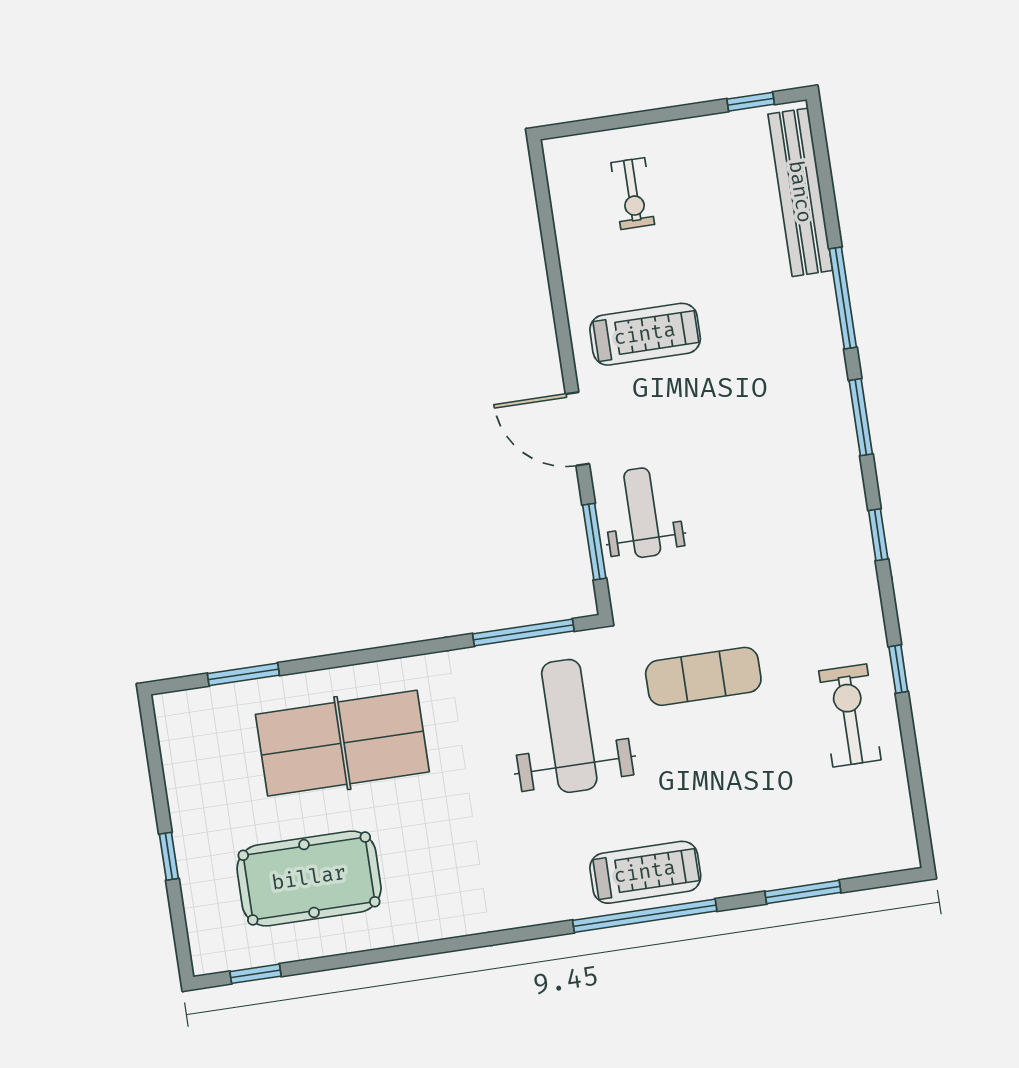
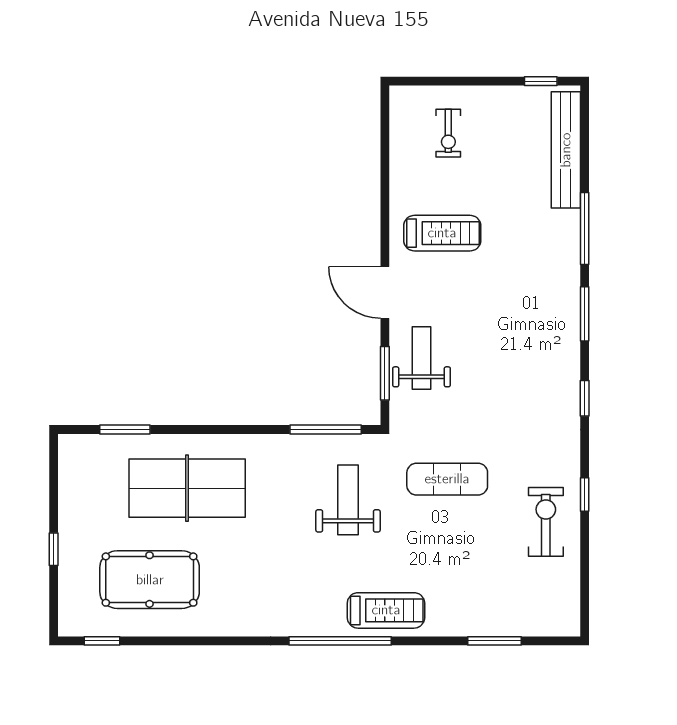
weight bench: (569, 726) -> (348, 500), width x0.73, depth x0.75
window: (645, 916) -> (340, 641), moved

